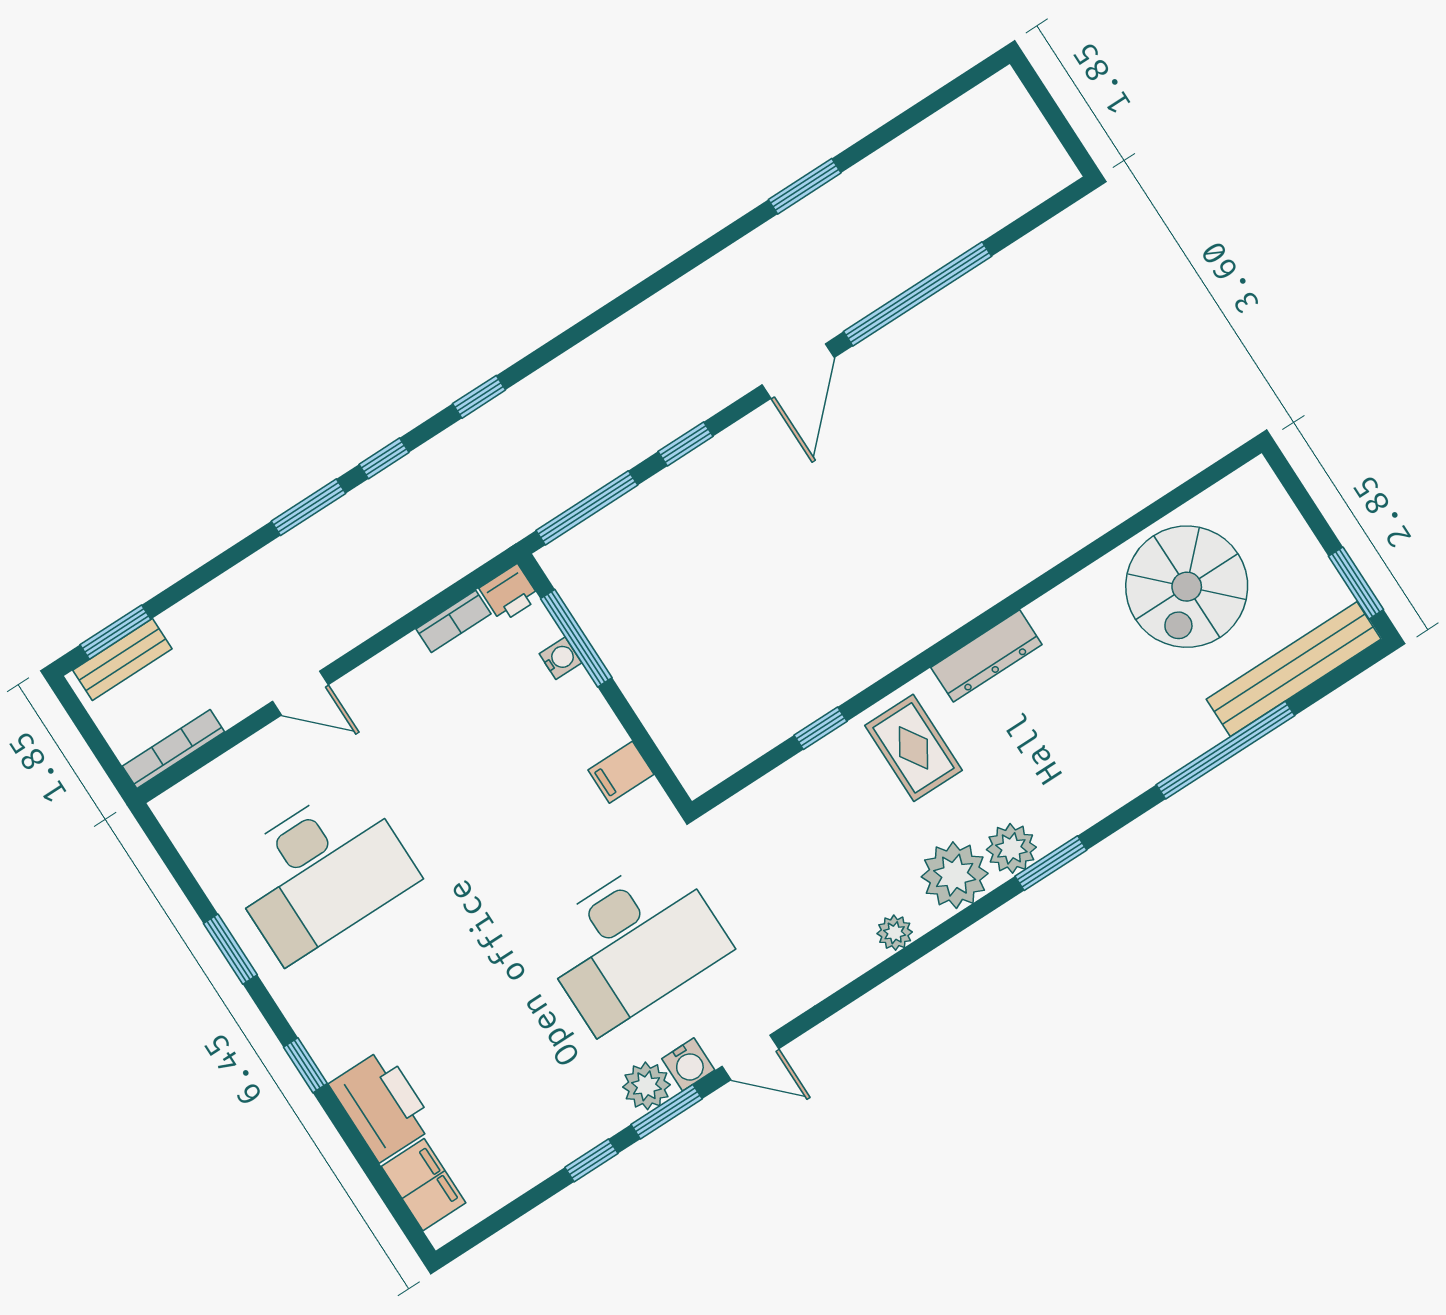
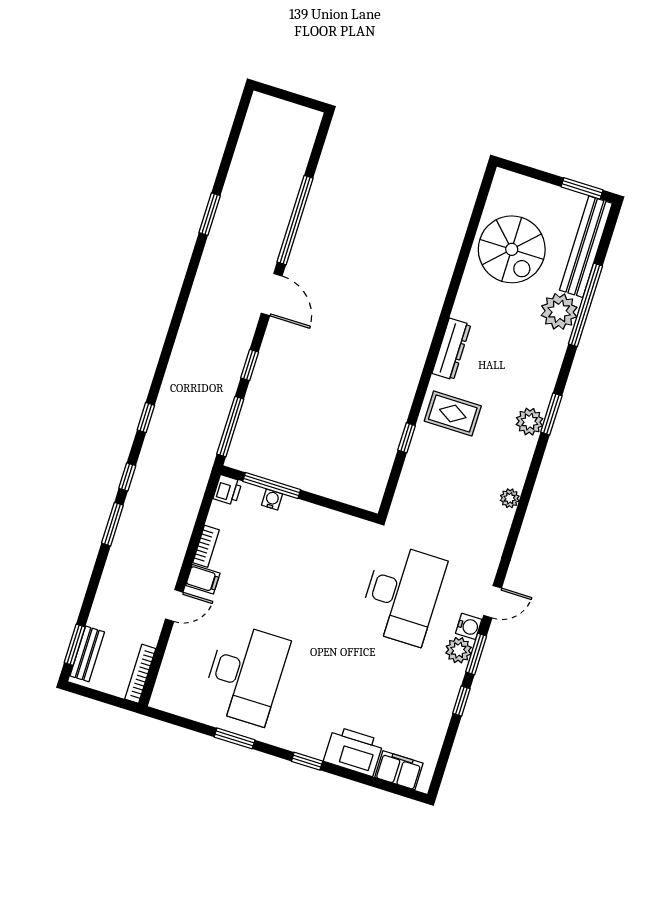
bookcase: (454, 621) -> (206, 546), moved
filing cabinet: (621, 772) -> (203, 579), moved, turned -90
plant: (955, 875) -> (559, 311), moved

